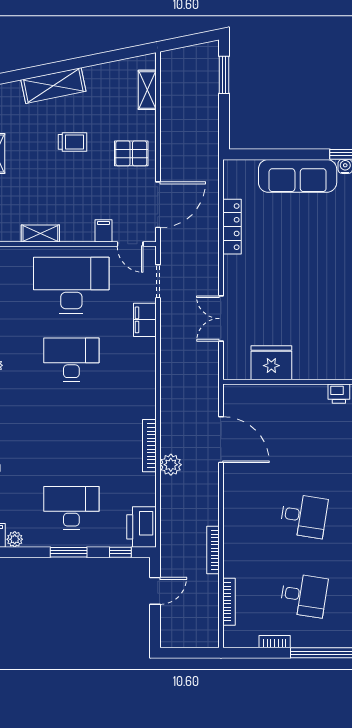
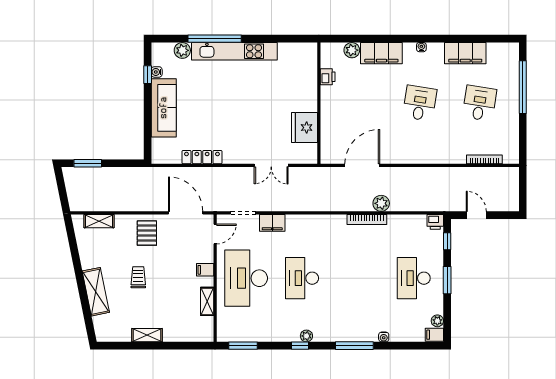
filing cabinet: (103, 231) -> (205, 270), moved
printer: (141, 527) -> (435, 222), width x0.53, depth x0.68
bookcase: (213, 550) -> (445, 172), removed
bookcase: (275, 642) -> (514, 125), removed

